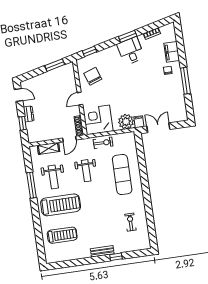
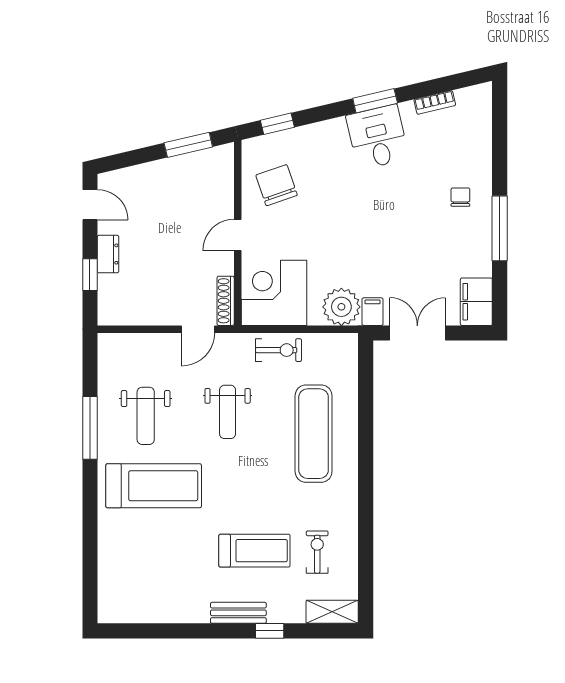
filing cabinet: (172, 52) -> (476, 302), moved
shelving: (48, 148) -> (332, 612), moved
treadmill: (62, 235) -> (254, 551), moved

